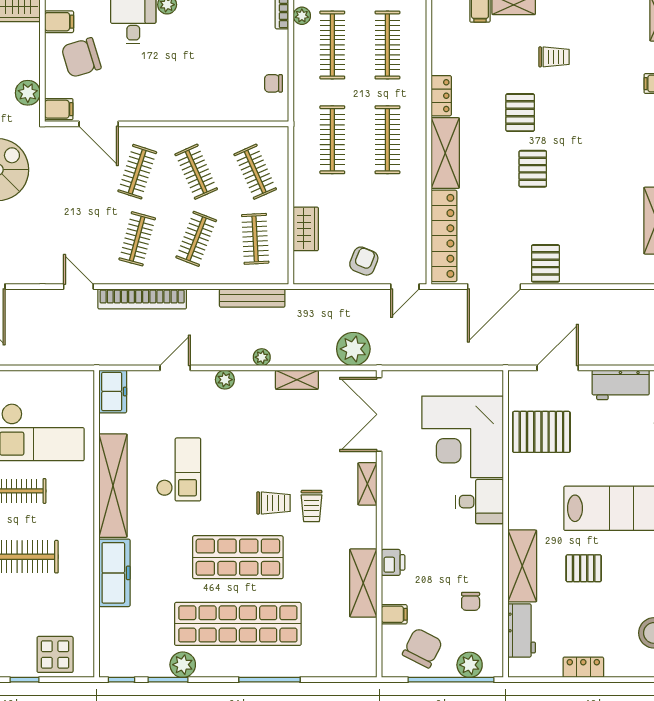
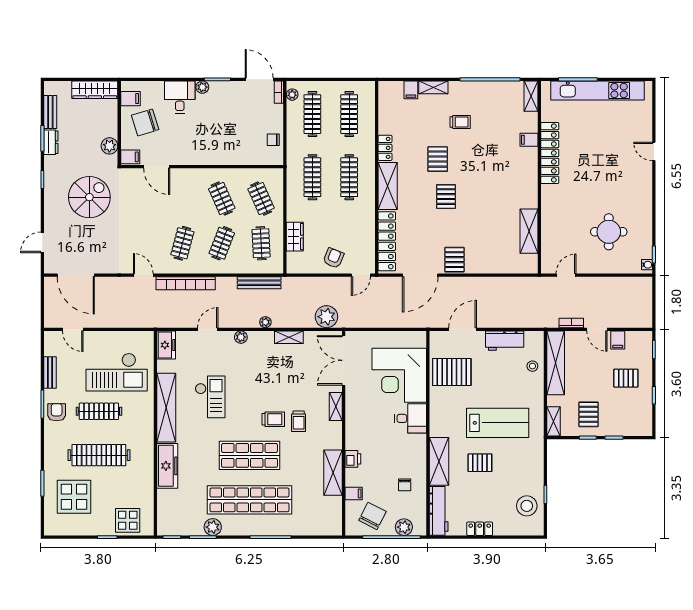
clothes rail: (137, 172) -> (182, 199), removed
workbench: (522, 630) -> (439, 511), width x1.38

